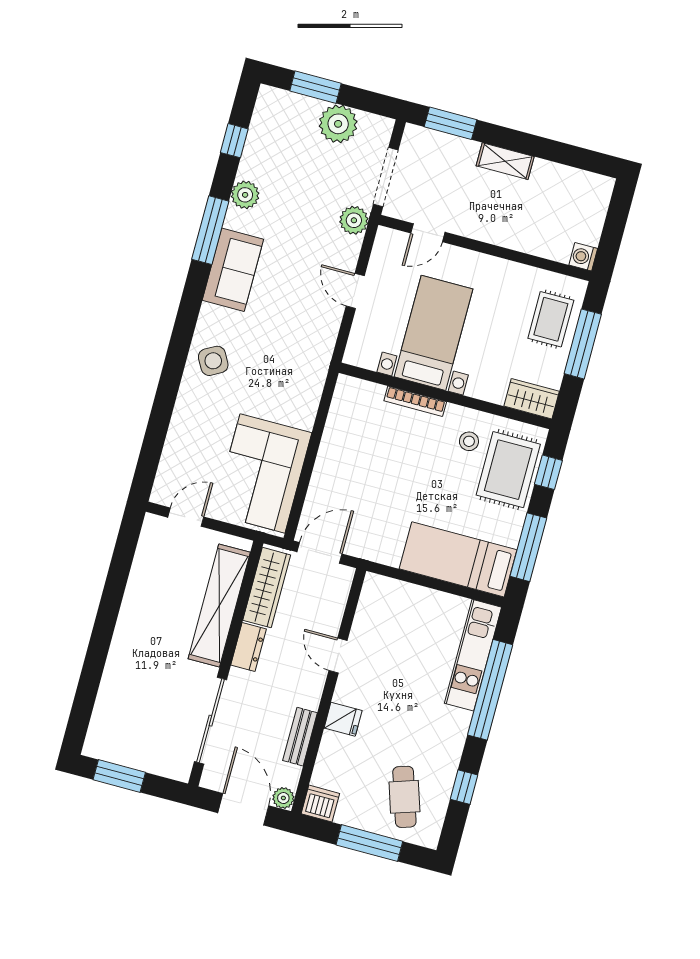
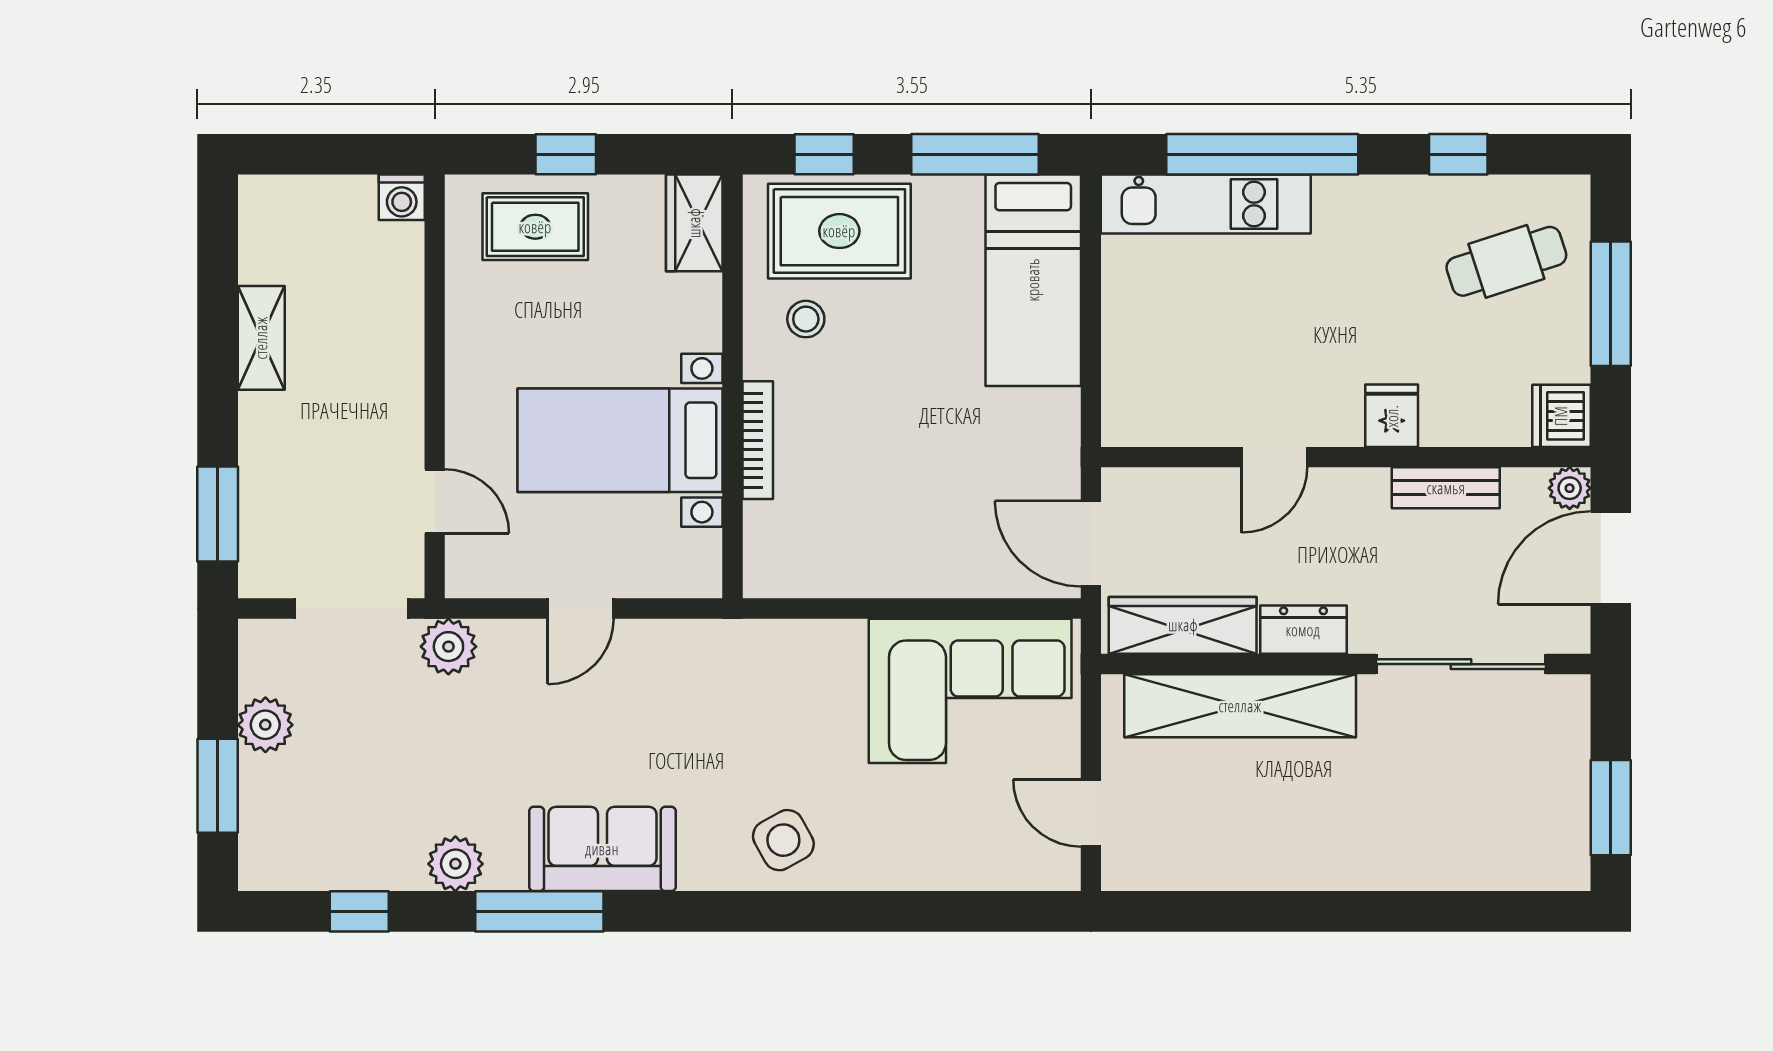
plant: (338, 124) -> (265, 725), width x0.73, depth x0.73
shelving: (505, 161) -> (261, 338), moved
window: (583, 344) -> (566, 154), width x0.46

